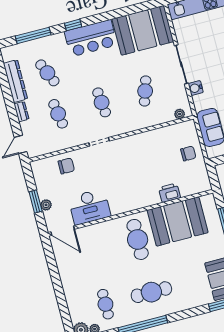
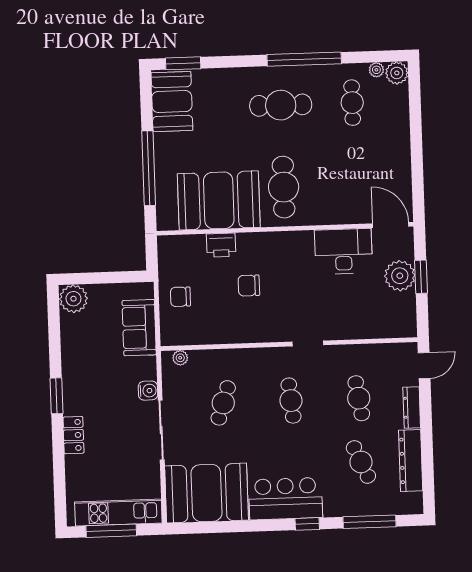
dresser: (21, 112) -> (412, 408), width x1.44
chair: (66, 166) -> (249, 285), moved
plant: (46, 205) -> (400, 276), width x1.88, depth x1.88

